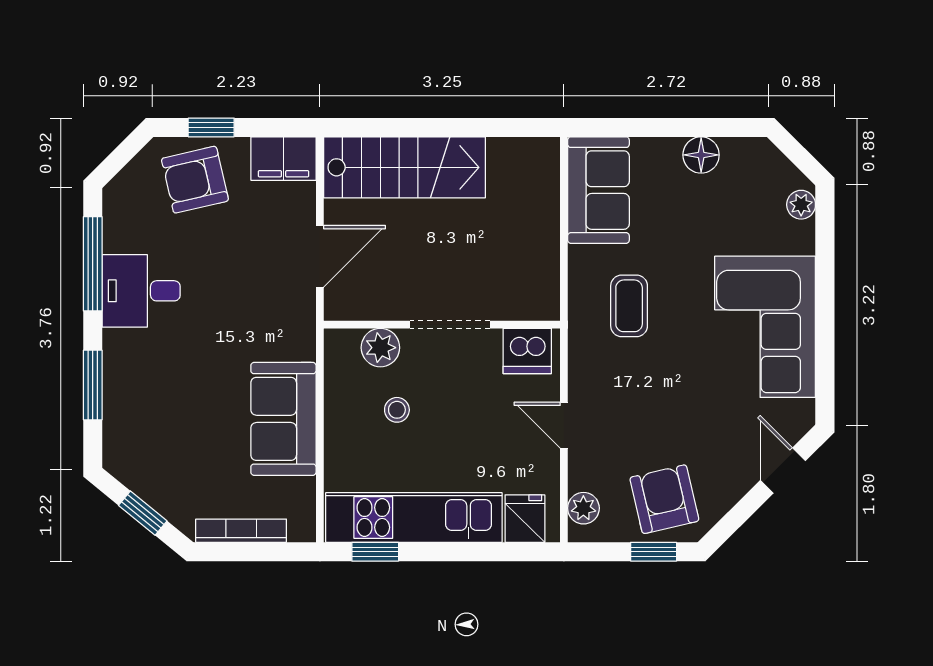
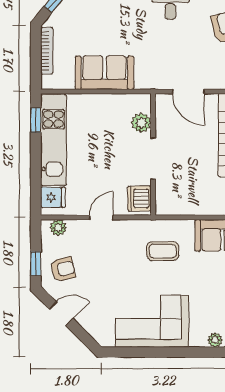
stool: (397, 410) -> (109, 131), removed
door: (783, 470) -> (61, 314), moved
armchair: (664, 499) -> (63, 269), width x0.72, depth x0.72

